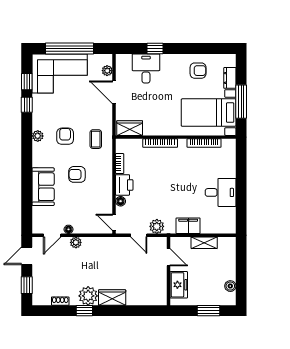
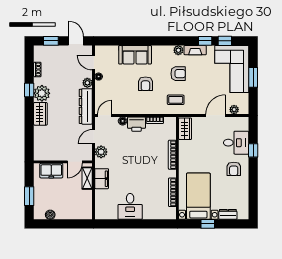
window: (69, 48) -> (253, 77), width x0.47
armchair: (198, 71) -> (234, 169), moved
window: (241, 102) -> (208, 224), width x0.46
fireplace: (38, 116) -> (195, 50), added
armchair: (77, 174) -> (145, 84), turned 180
shelving: (204, 243) -> (87, 178), moved
dresser: (103, 244) -> (86, 106), added

